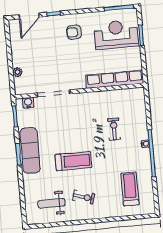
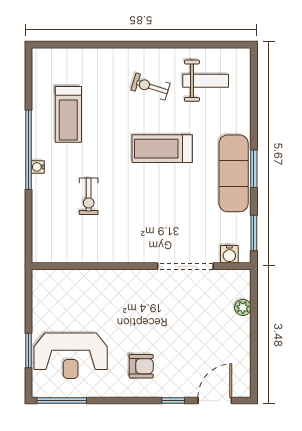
row of seats: (115, 79) -> (80, 281), removed
treadmill: (130, 189) -> (68, 114), moved

